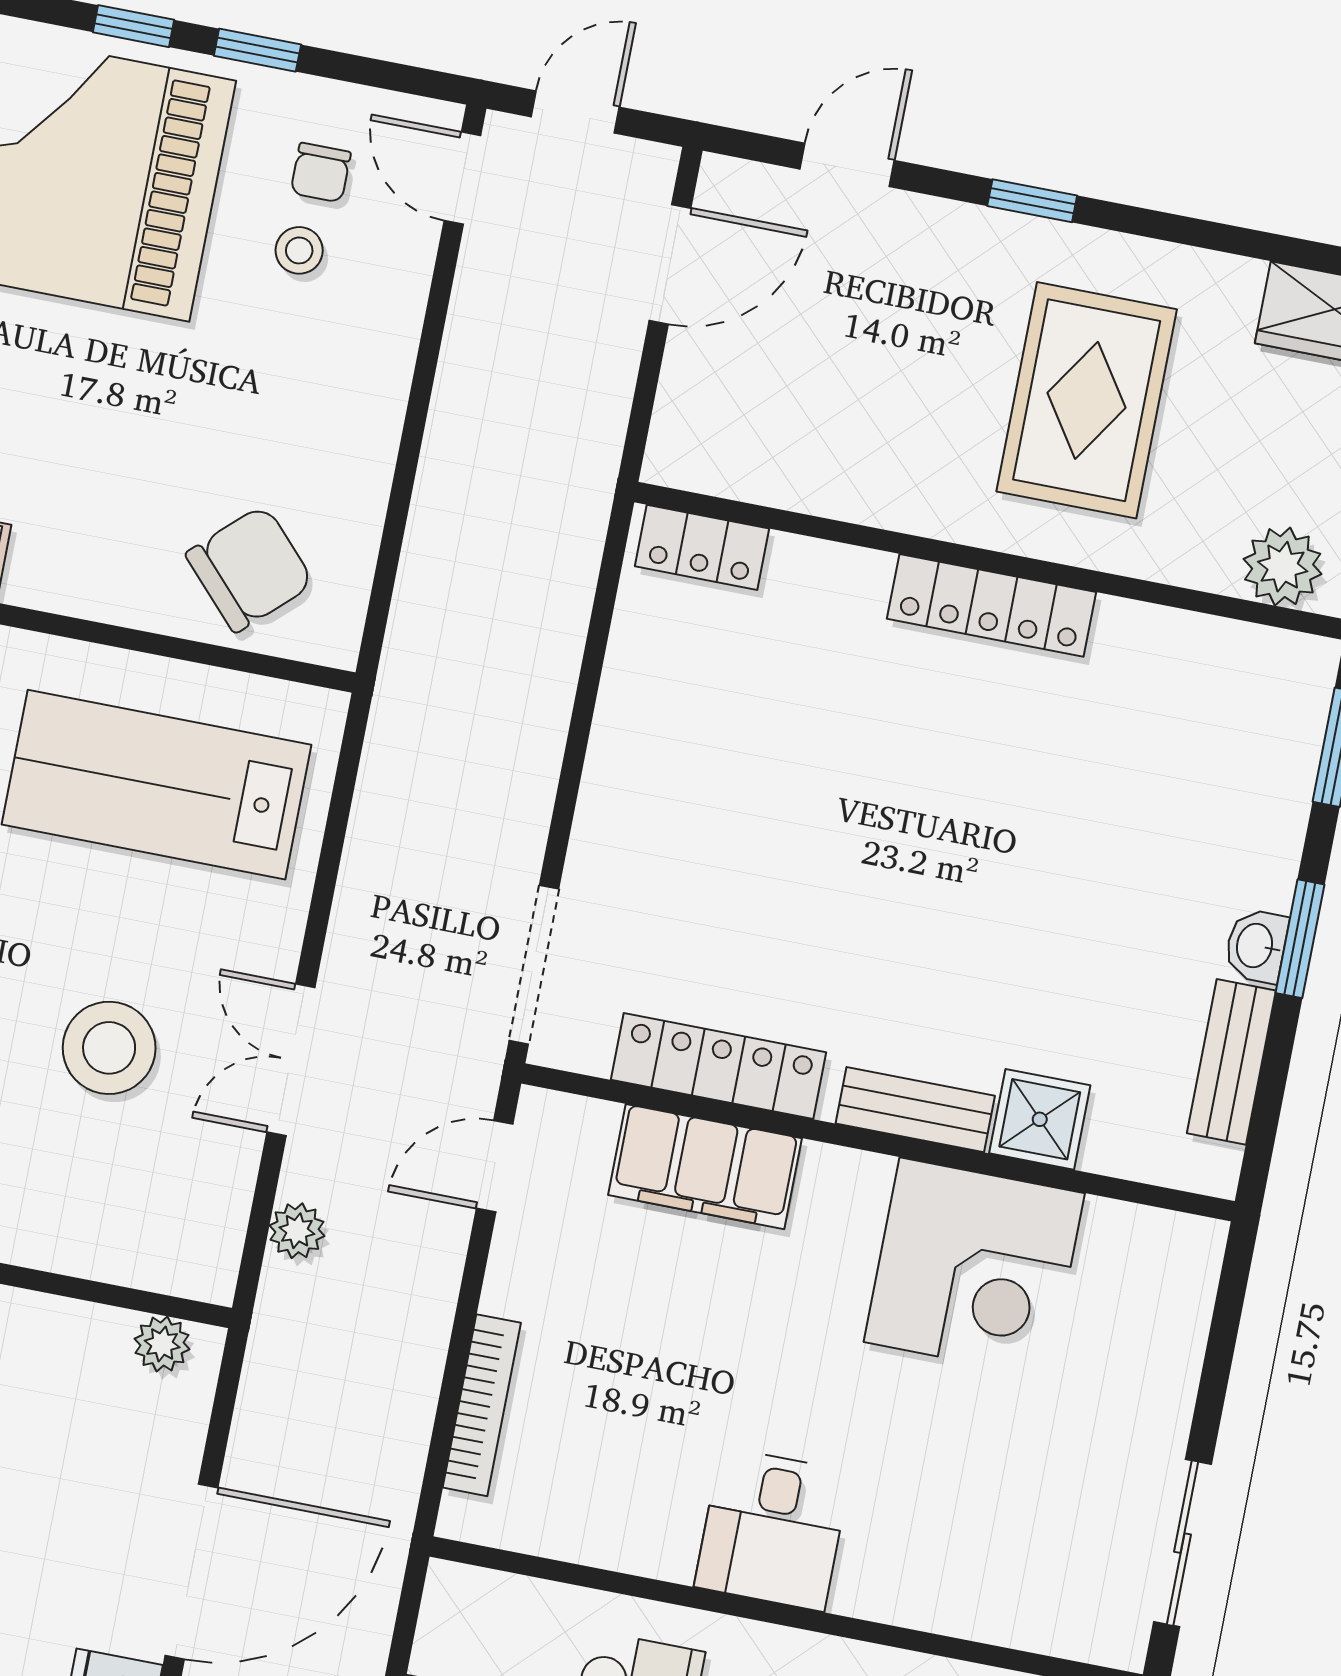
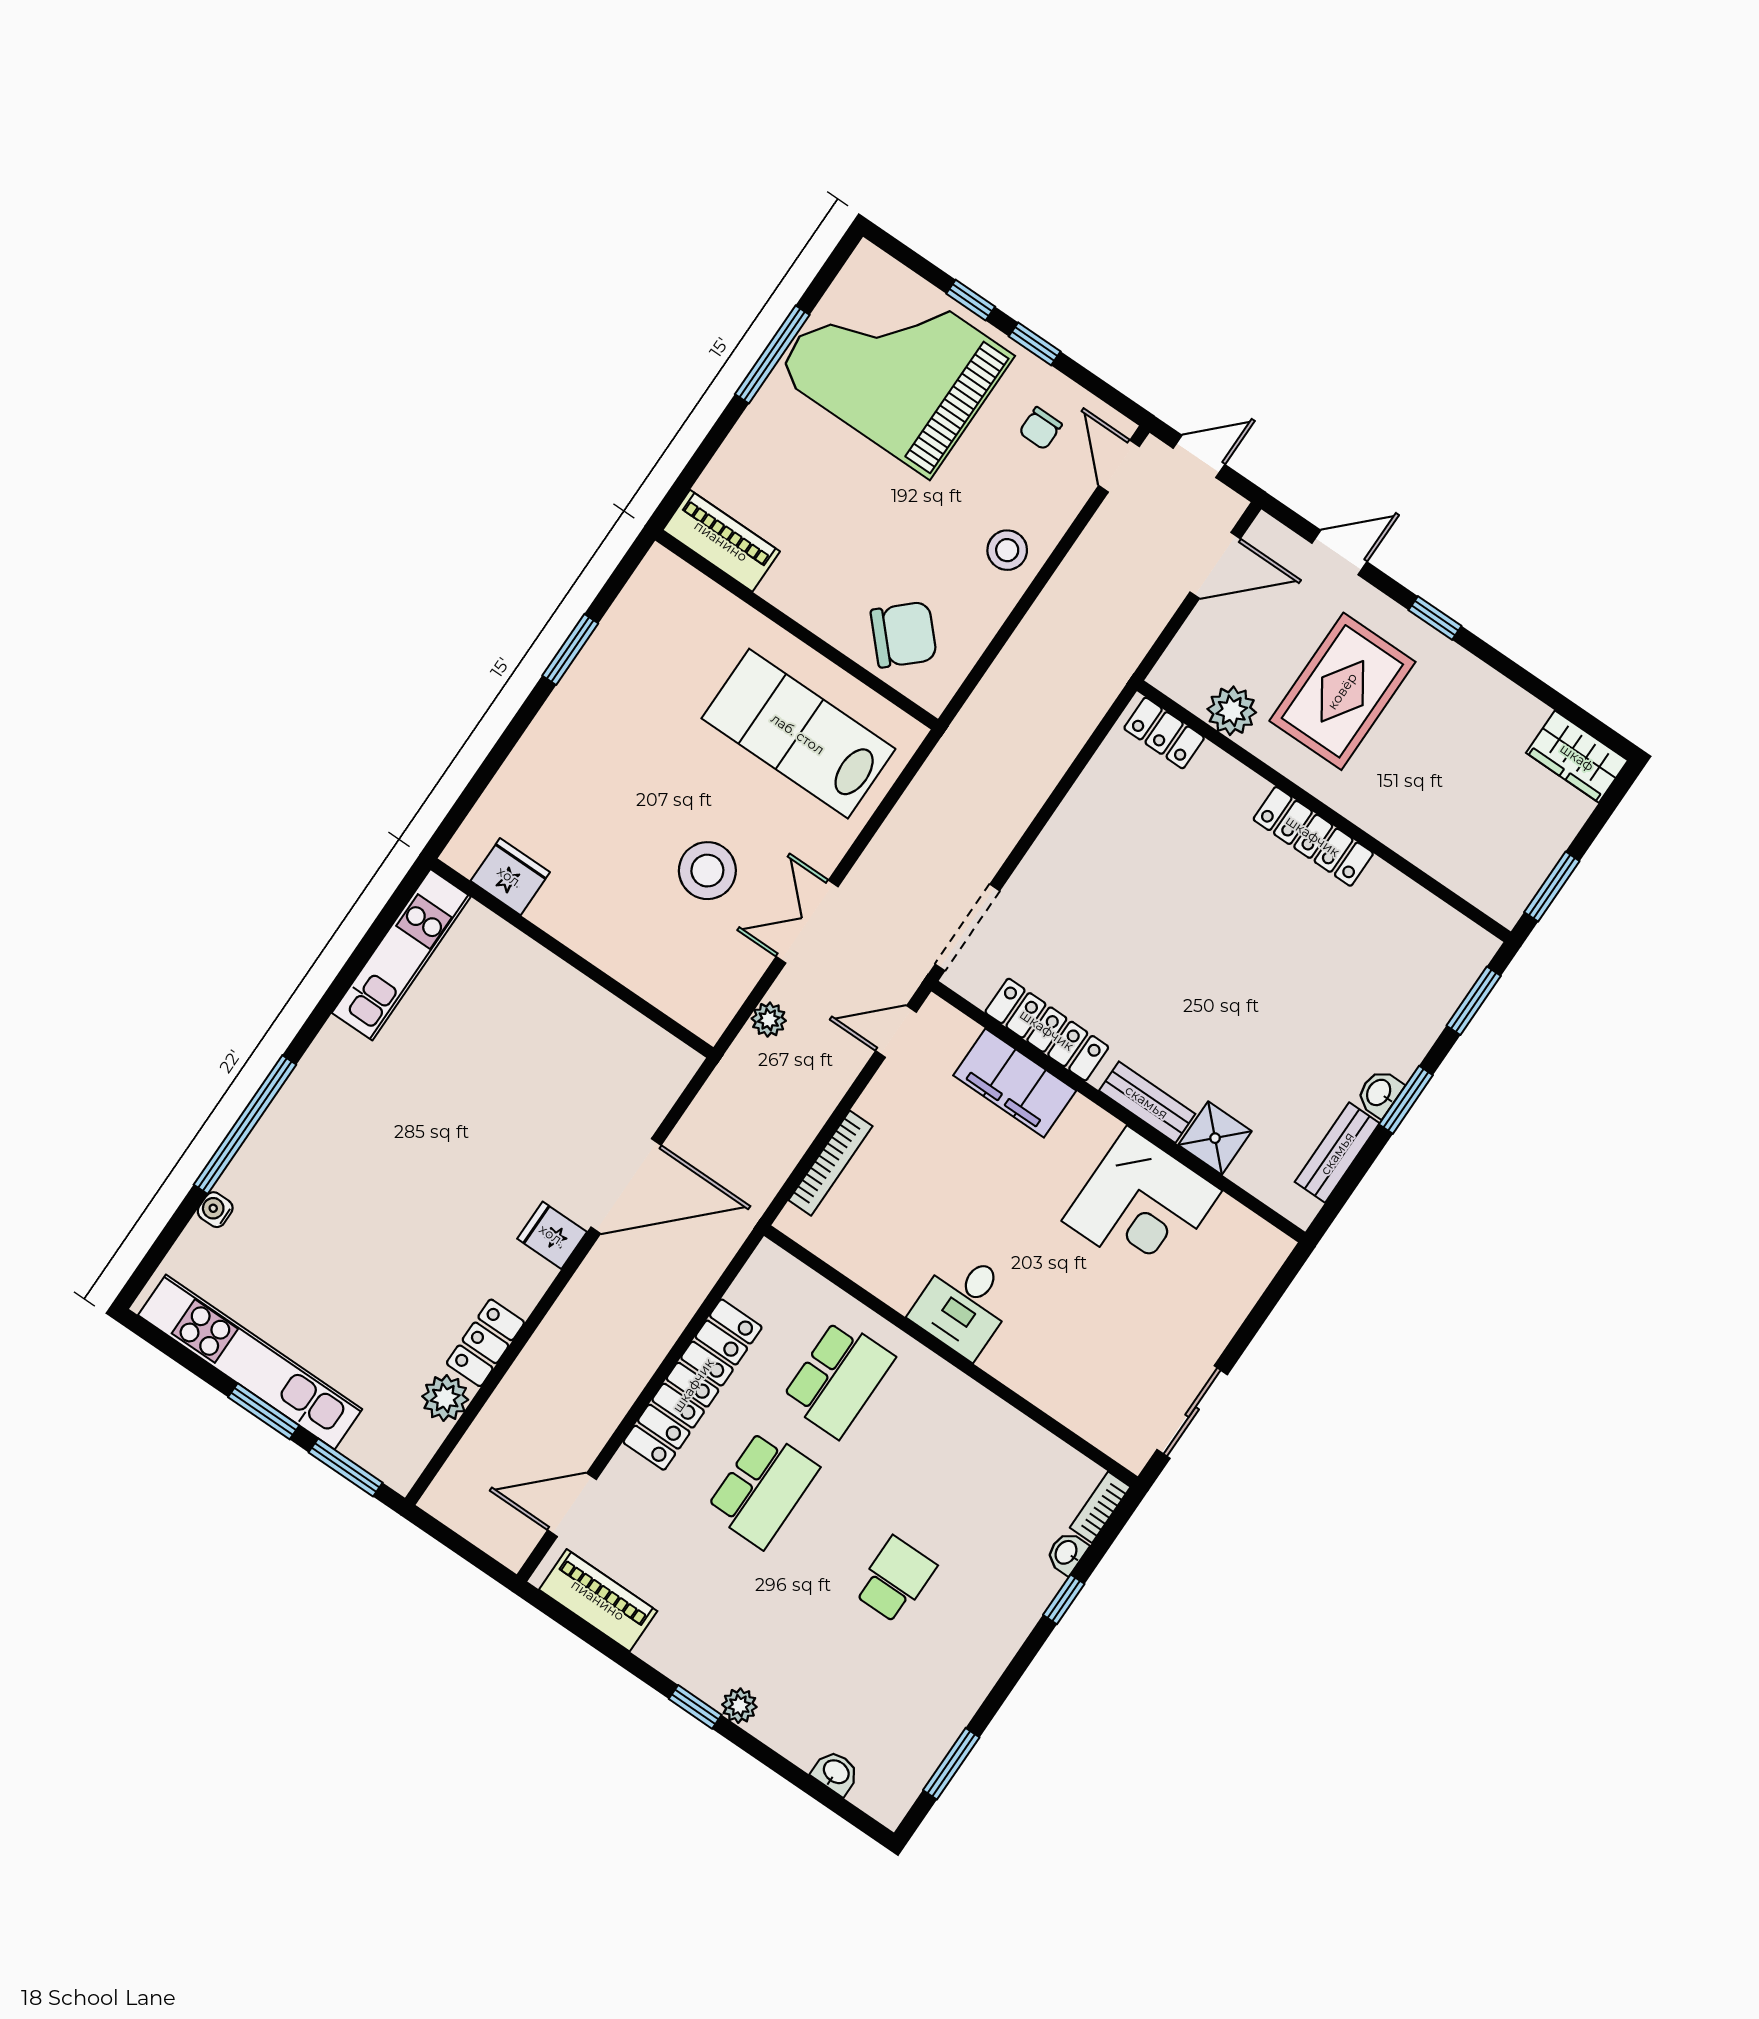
stool: (299, 250) -> (1007, 550), moved, width x1.37, depth x1.37
rug: (1087, 400) -> (1342, 691), moved
plant: (1283, 567) -> (1232, 711), moved
plant: (162, 1344) -> (665, 1051), removed

